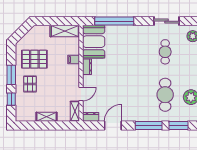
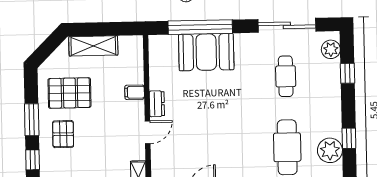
sliding door: (167, 21) -> (287, 25), width x1.37
shelving: (65, 31) -> (93, 46), moved
booth: (94, 42) -> (206, 52), moved, turned 90
door: (81, 94) -> (148, 132), moved

